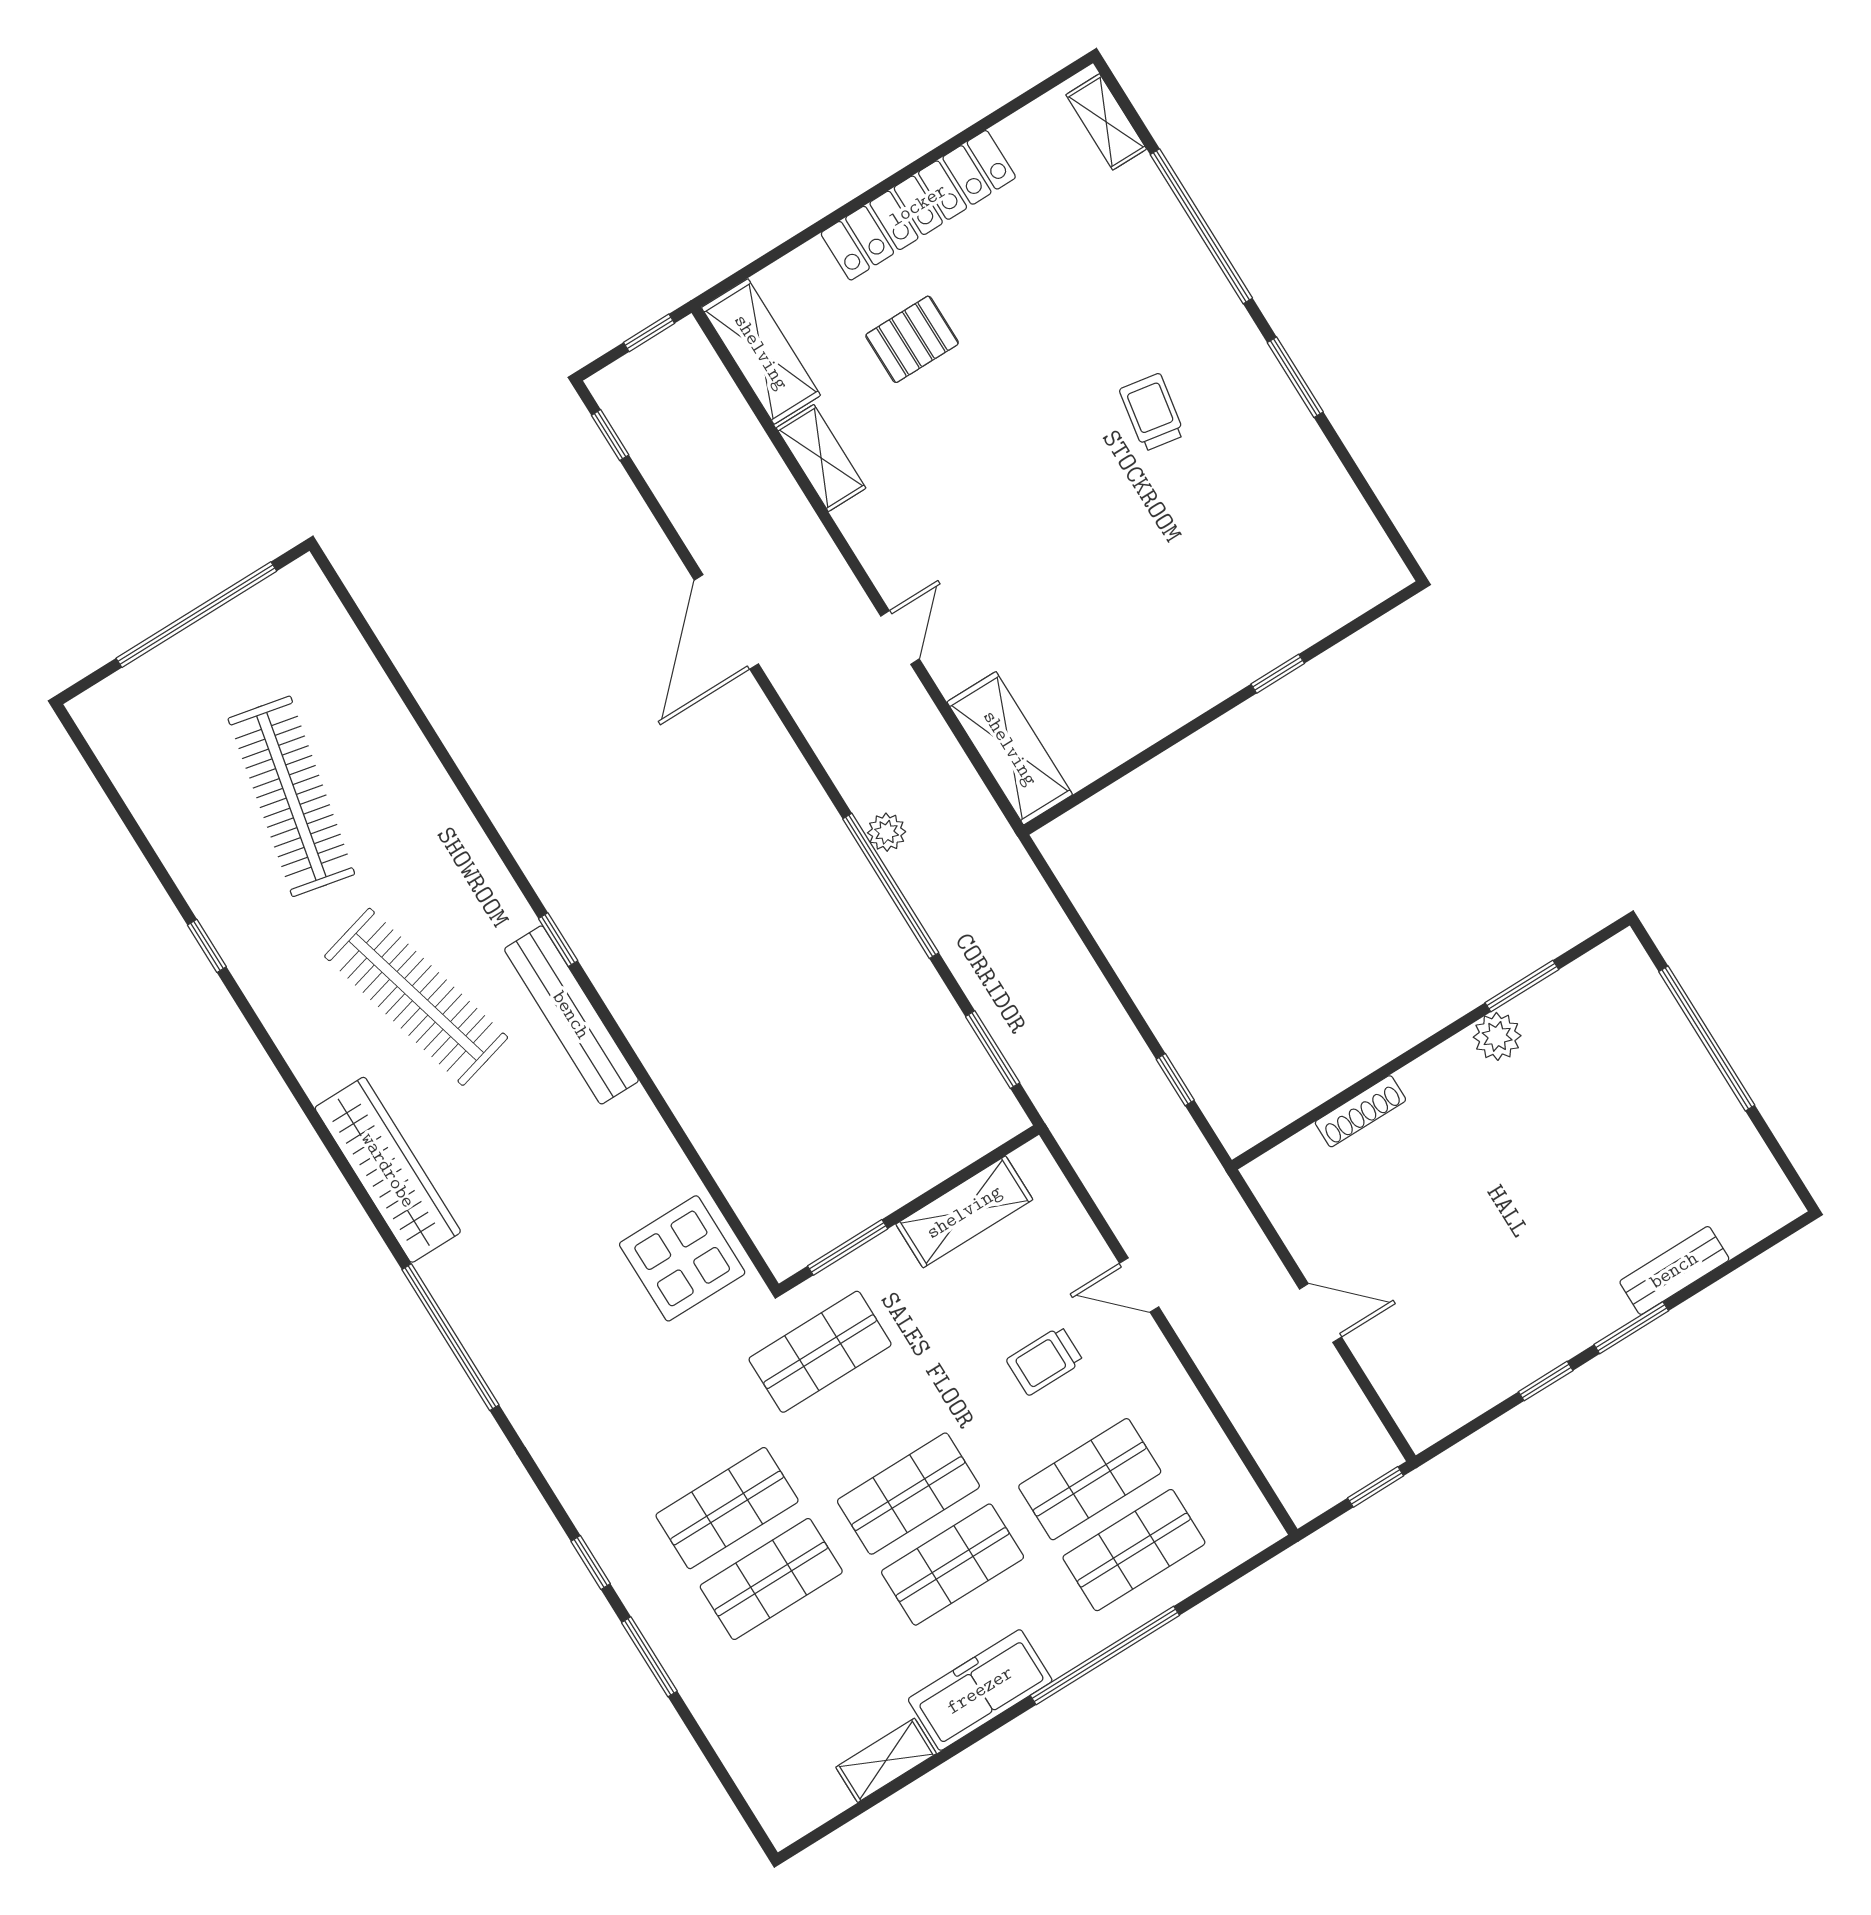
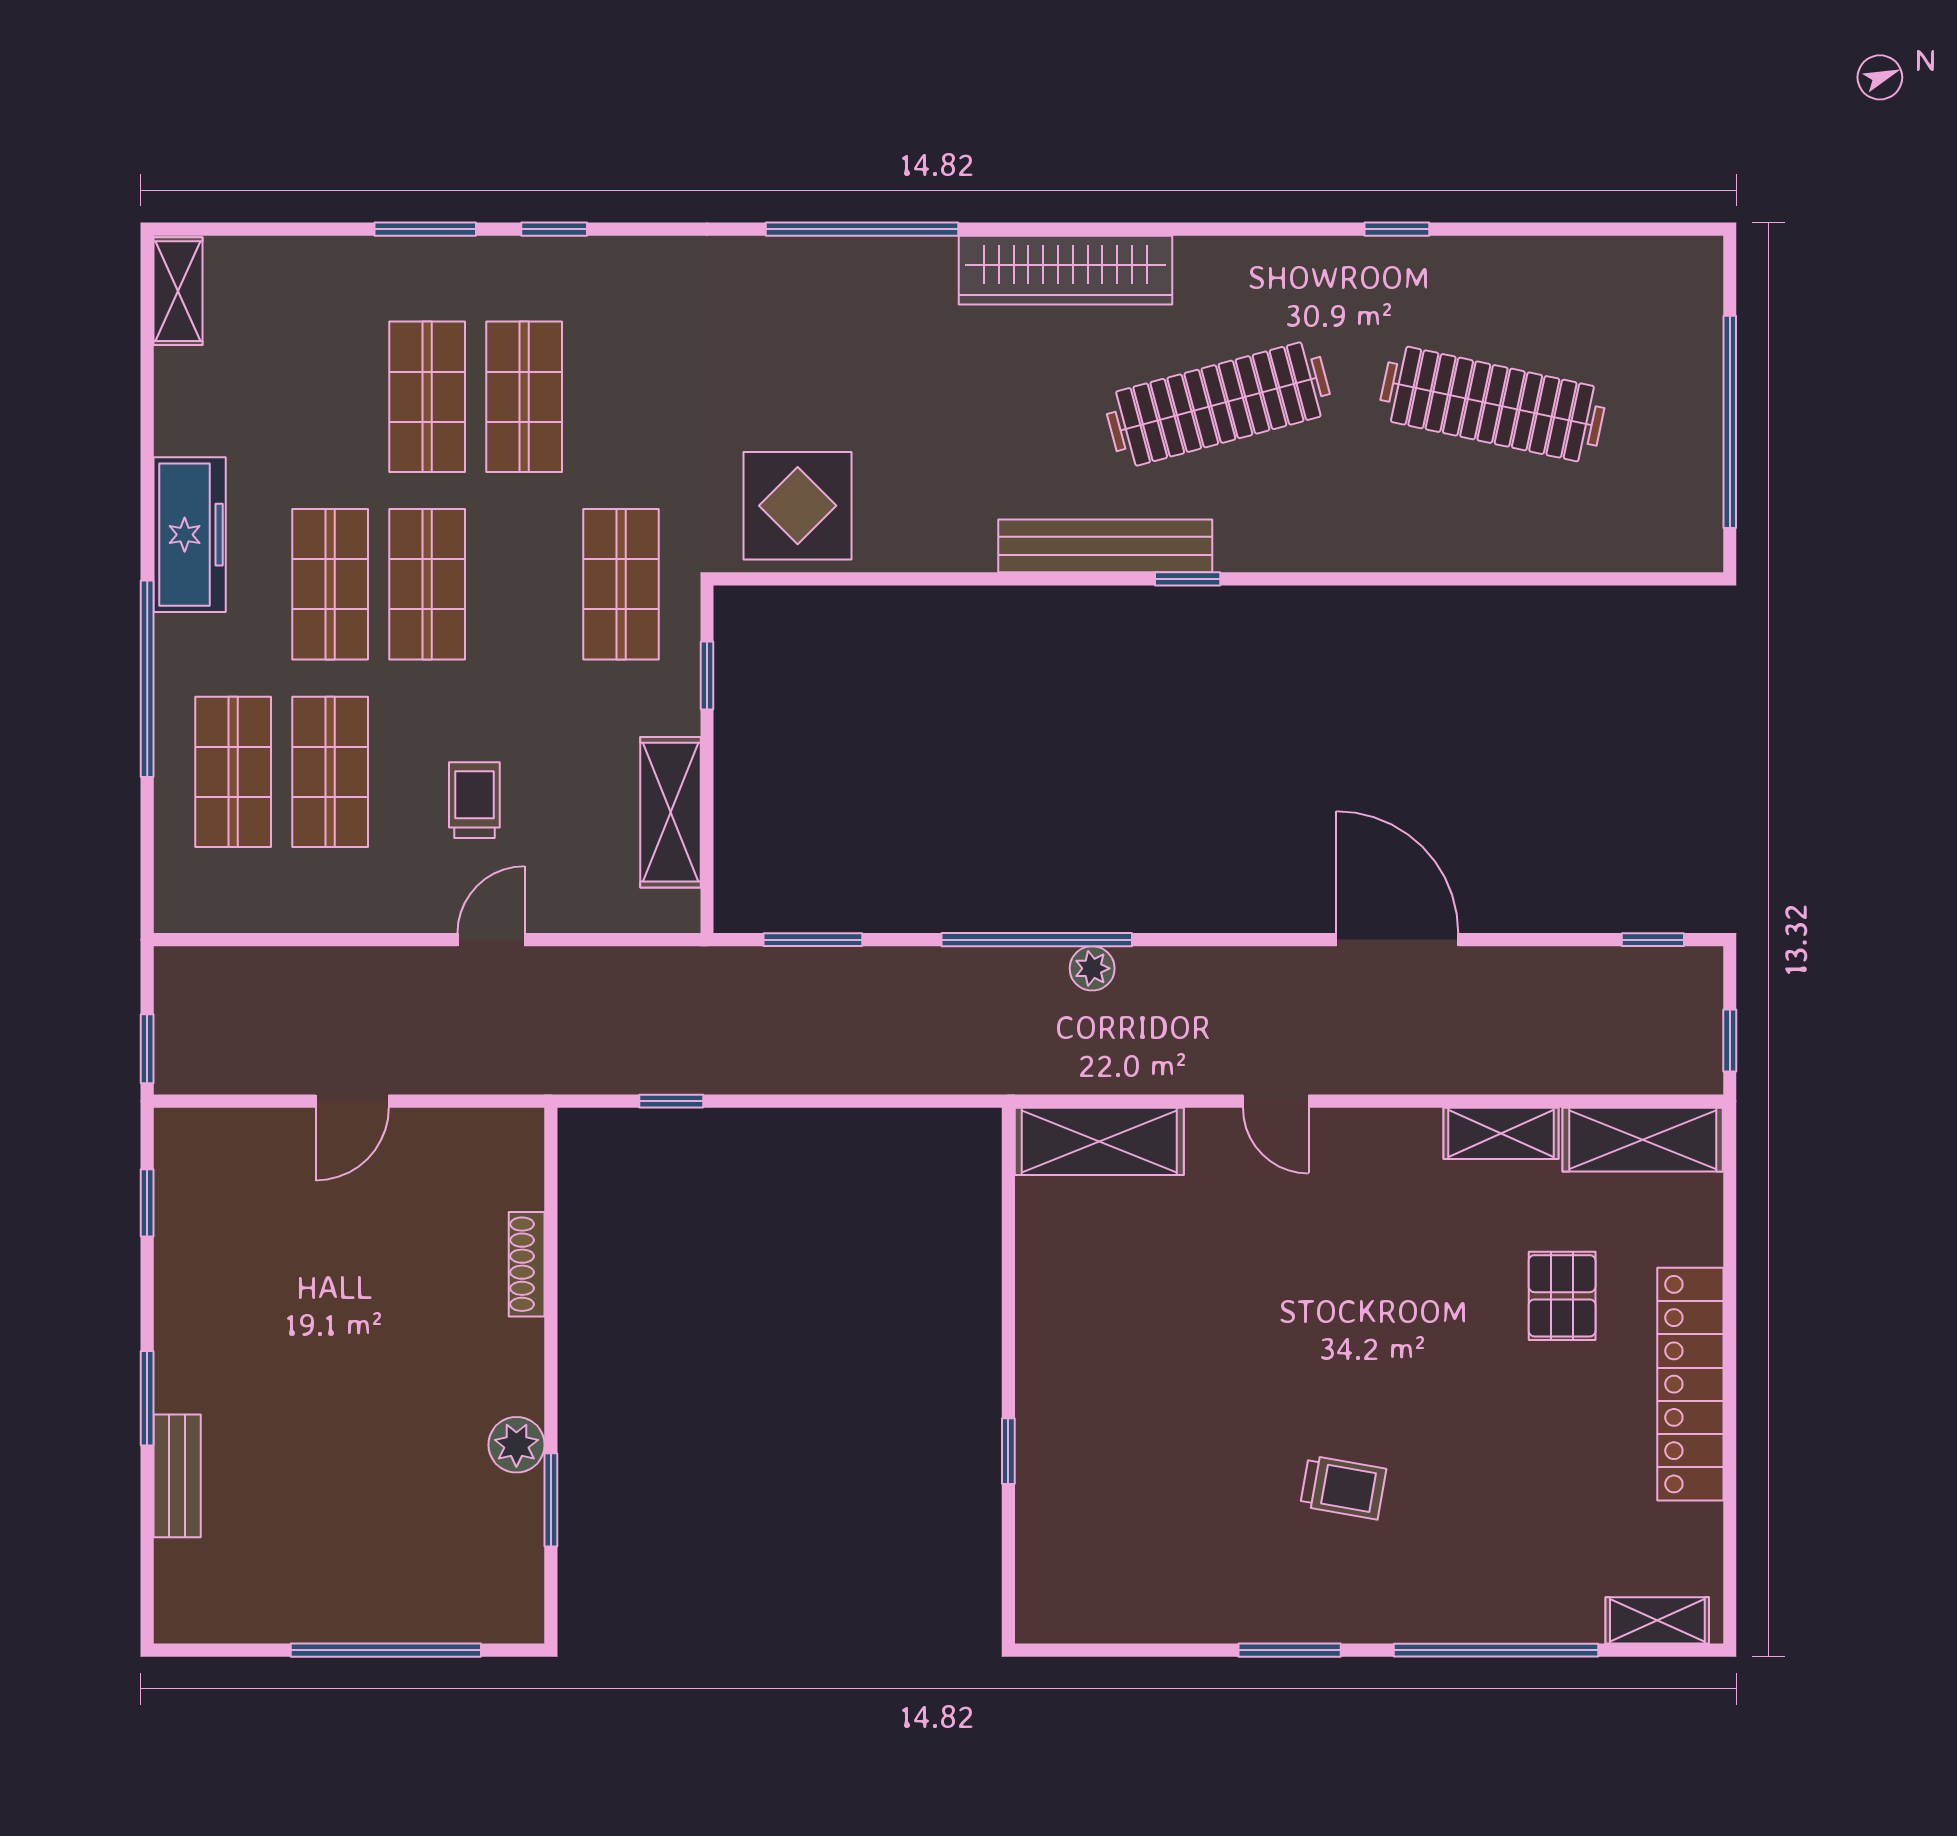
window: (848, 1247) -> (707, 675), width x0.67
window: (1546, 1381) -> (147, 1203), moved
shelving: (886, 1760) -> (178, 291), moved

